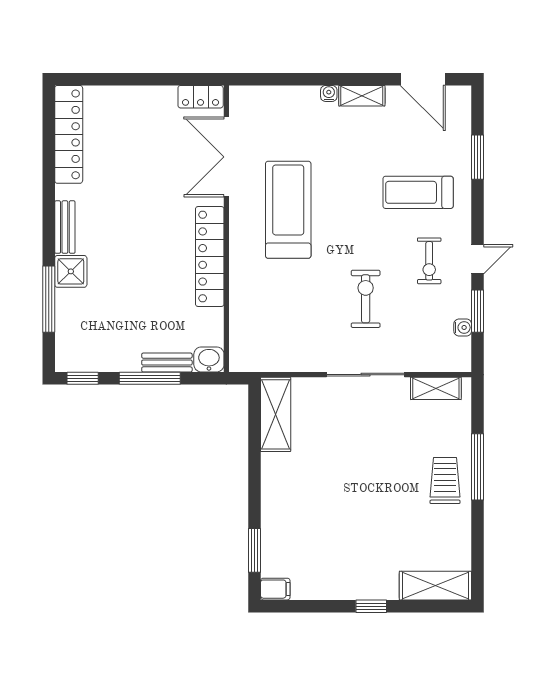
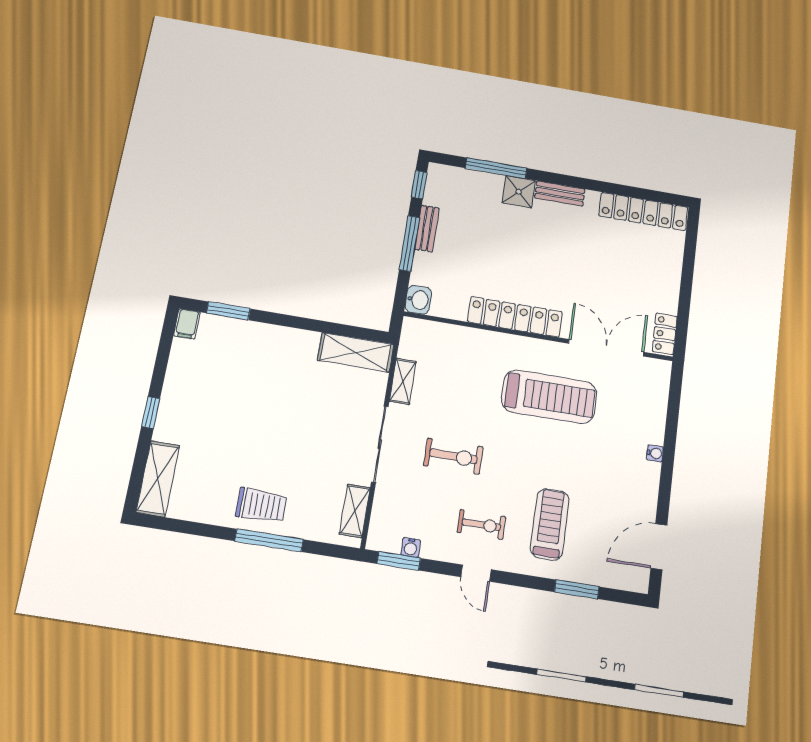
shelving: (362, 96) -> (403, 381), moved
exercise bike: (429, 261) -> (481, 525), turned 180
window: (478, 311) -> (399, 561), moved
bench: (167, 363) -> (427, 228), moved

